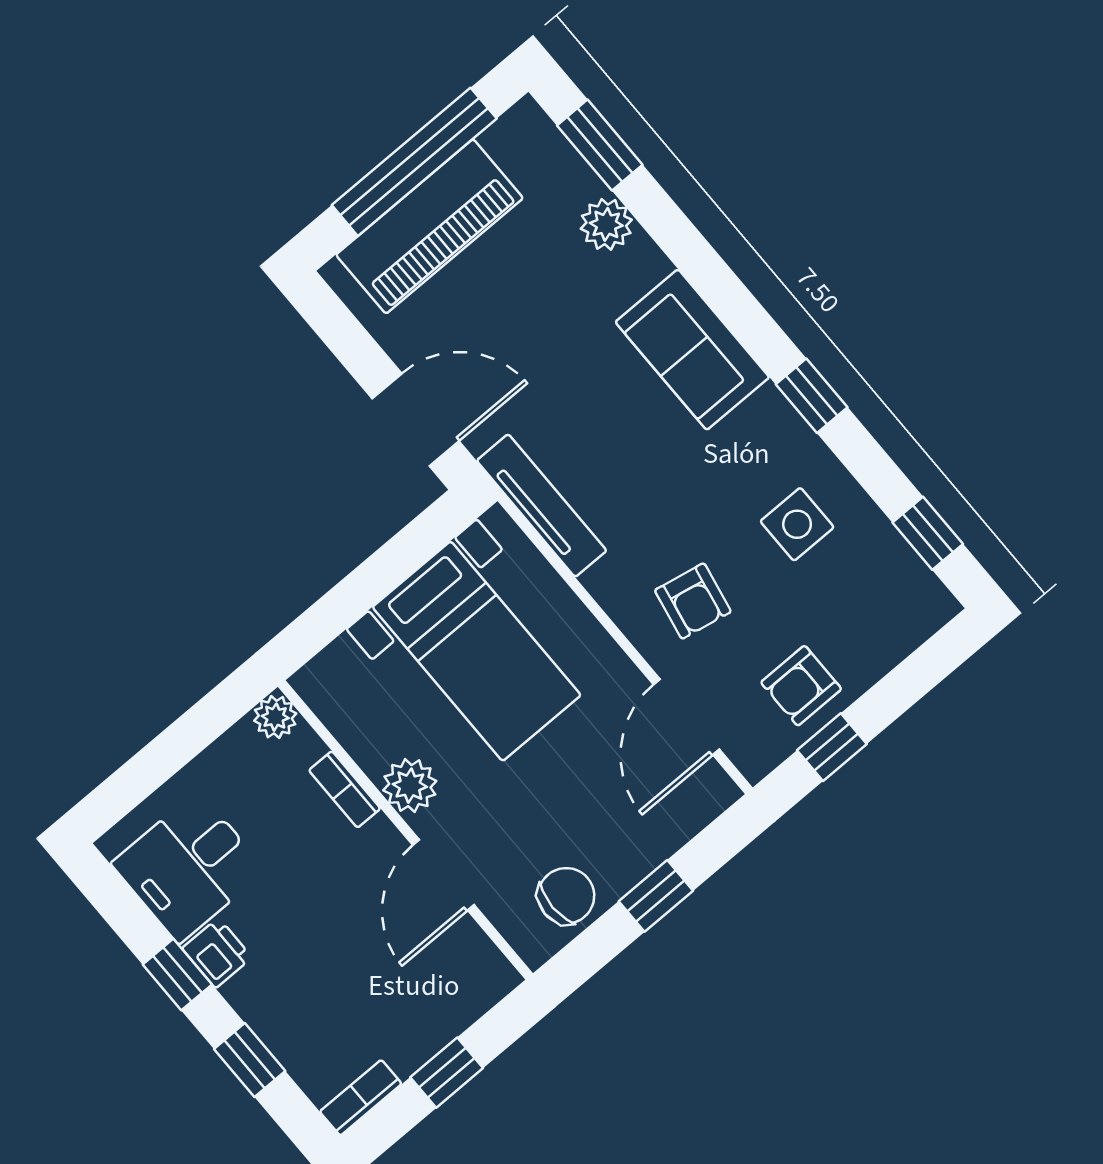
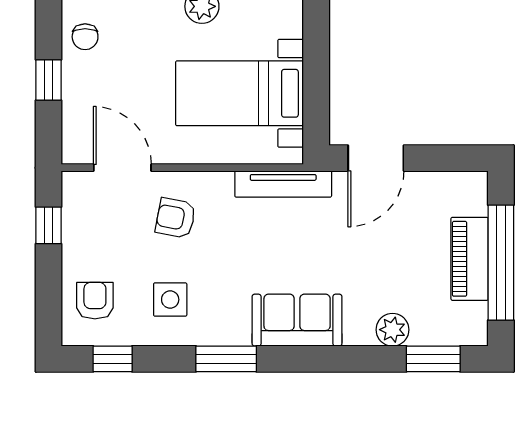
piano: (429, 226) -> (470, 259), width x0.73, depth x0.75
window: (812, 396) -> (226, 359), width x1.50
armchair: (801, 686) -> (95, 301), moved
chair: (566, 896) -> (85, 37), width x0.73, depth x0.73

